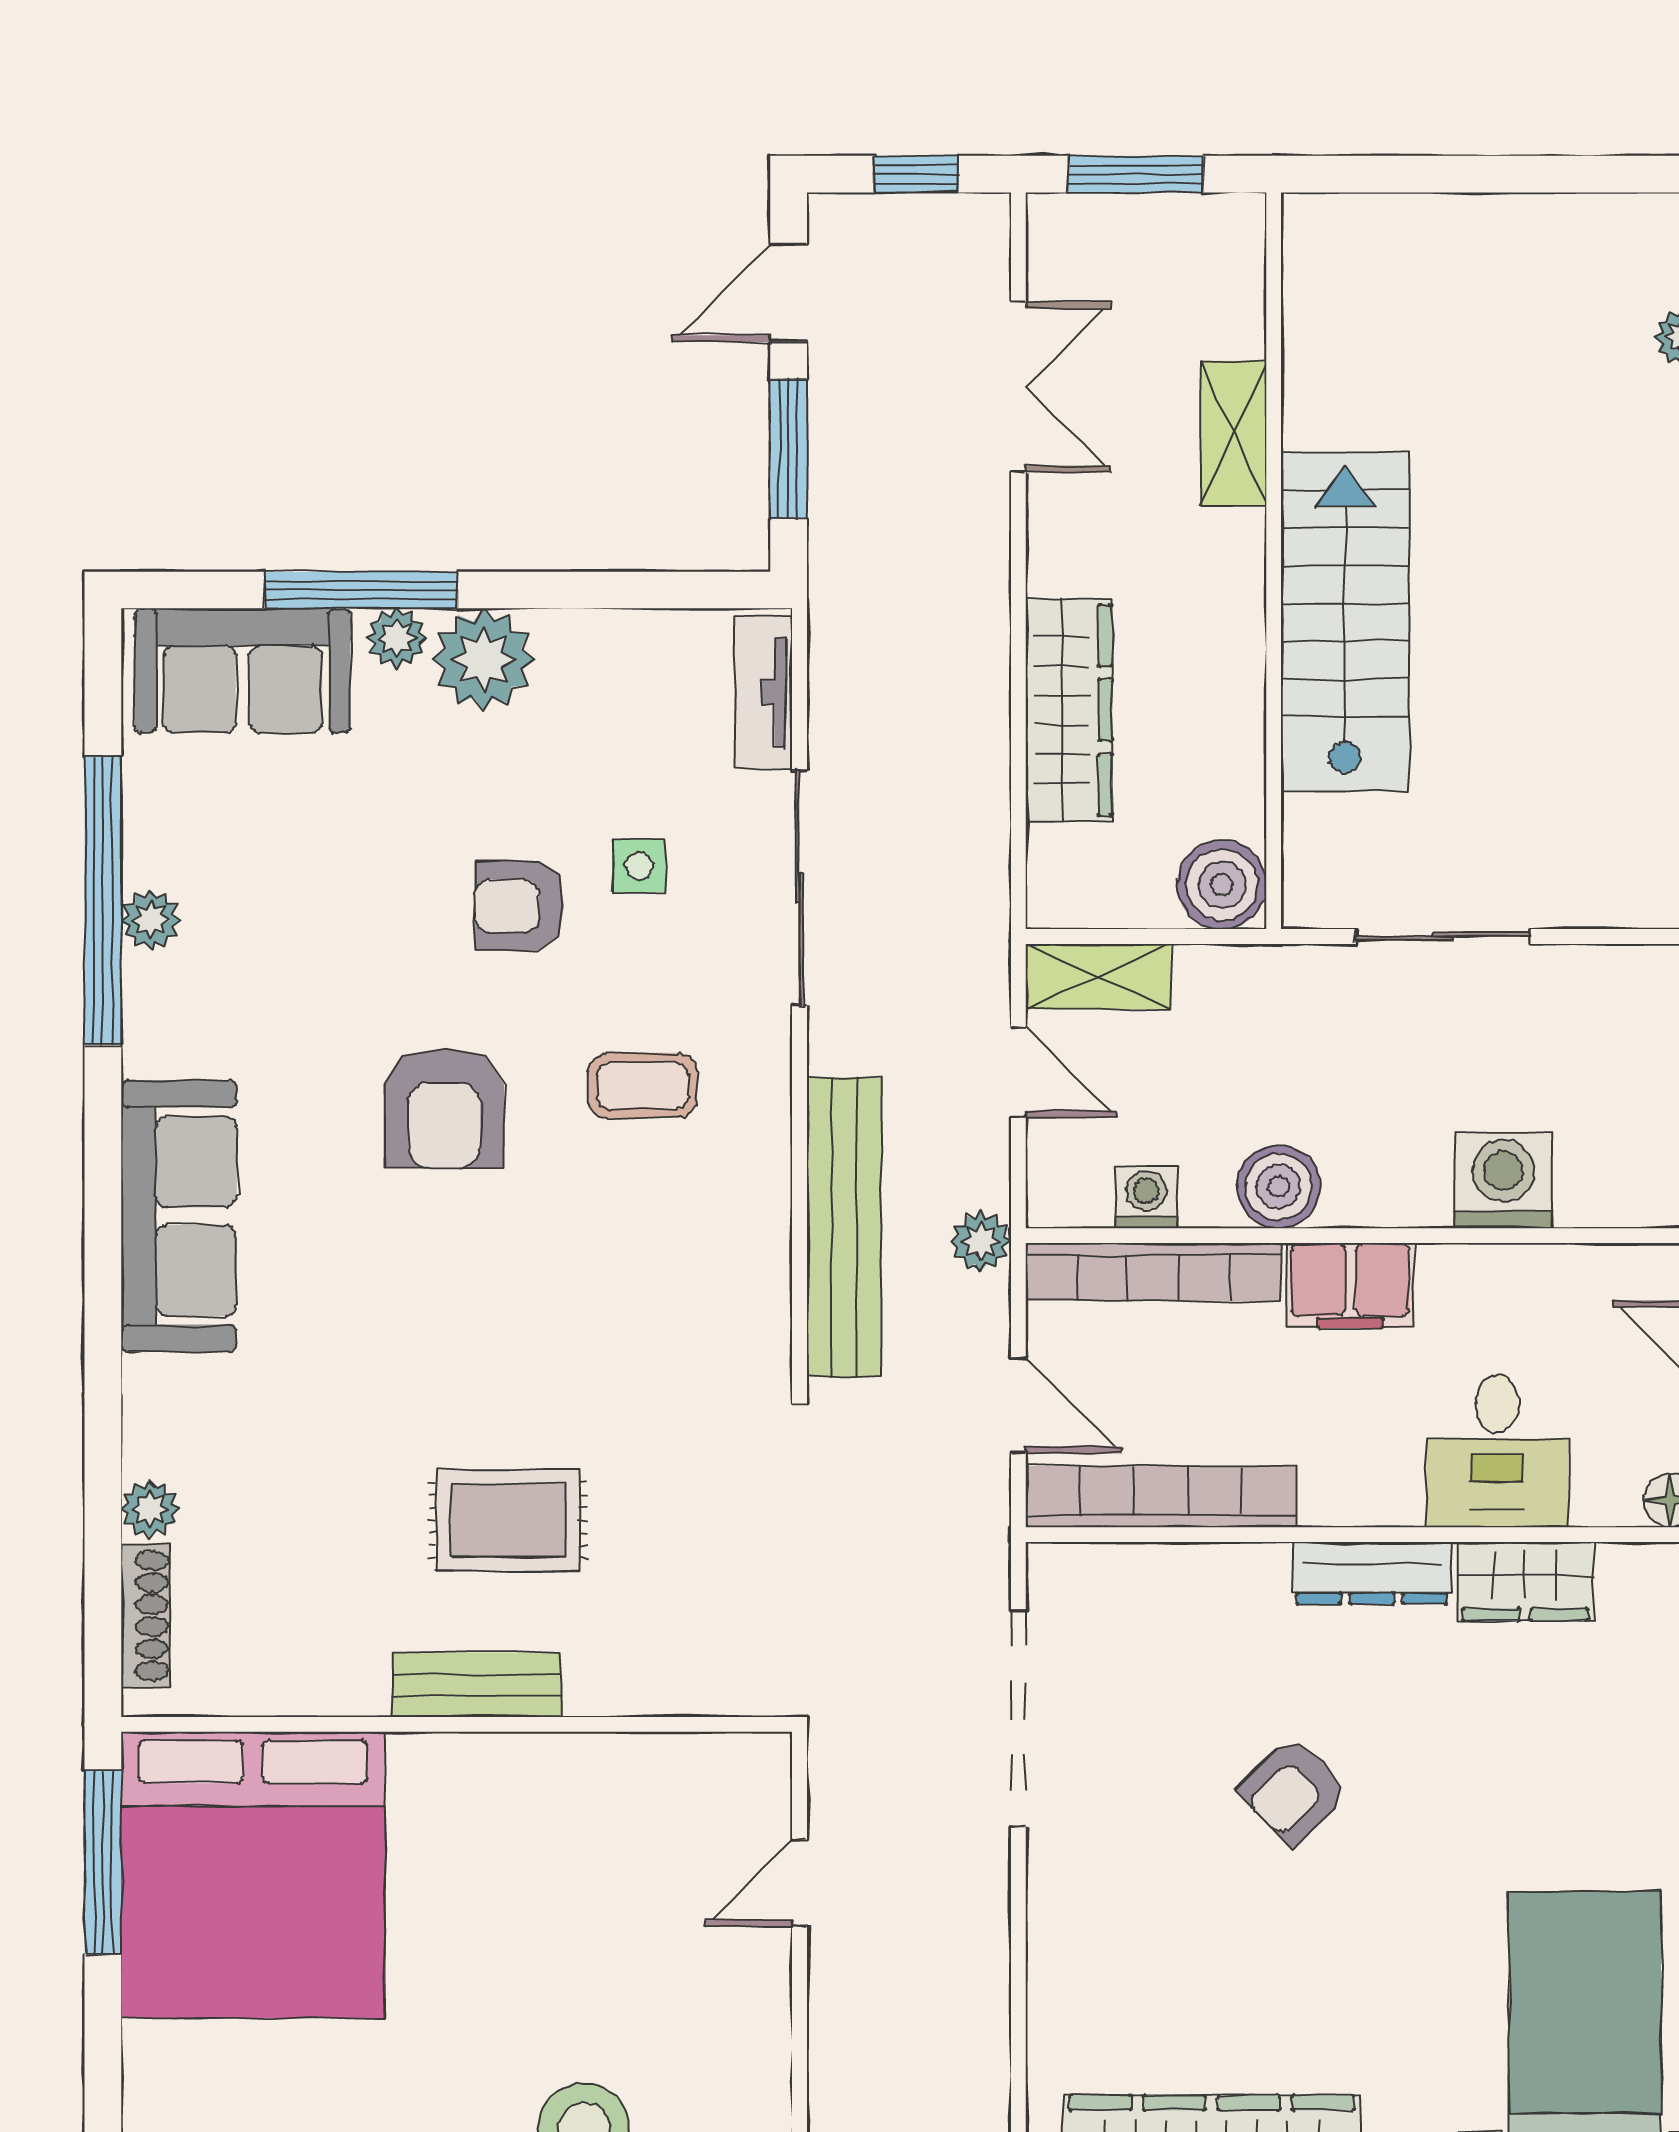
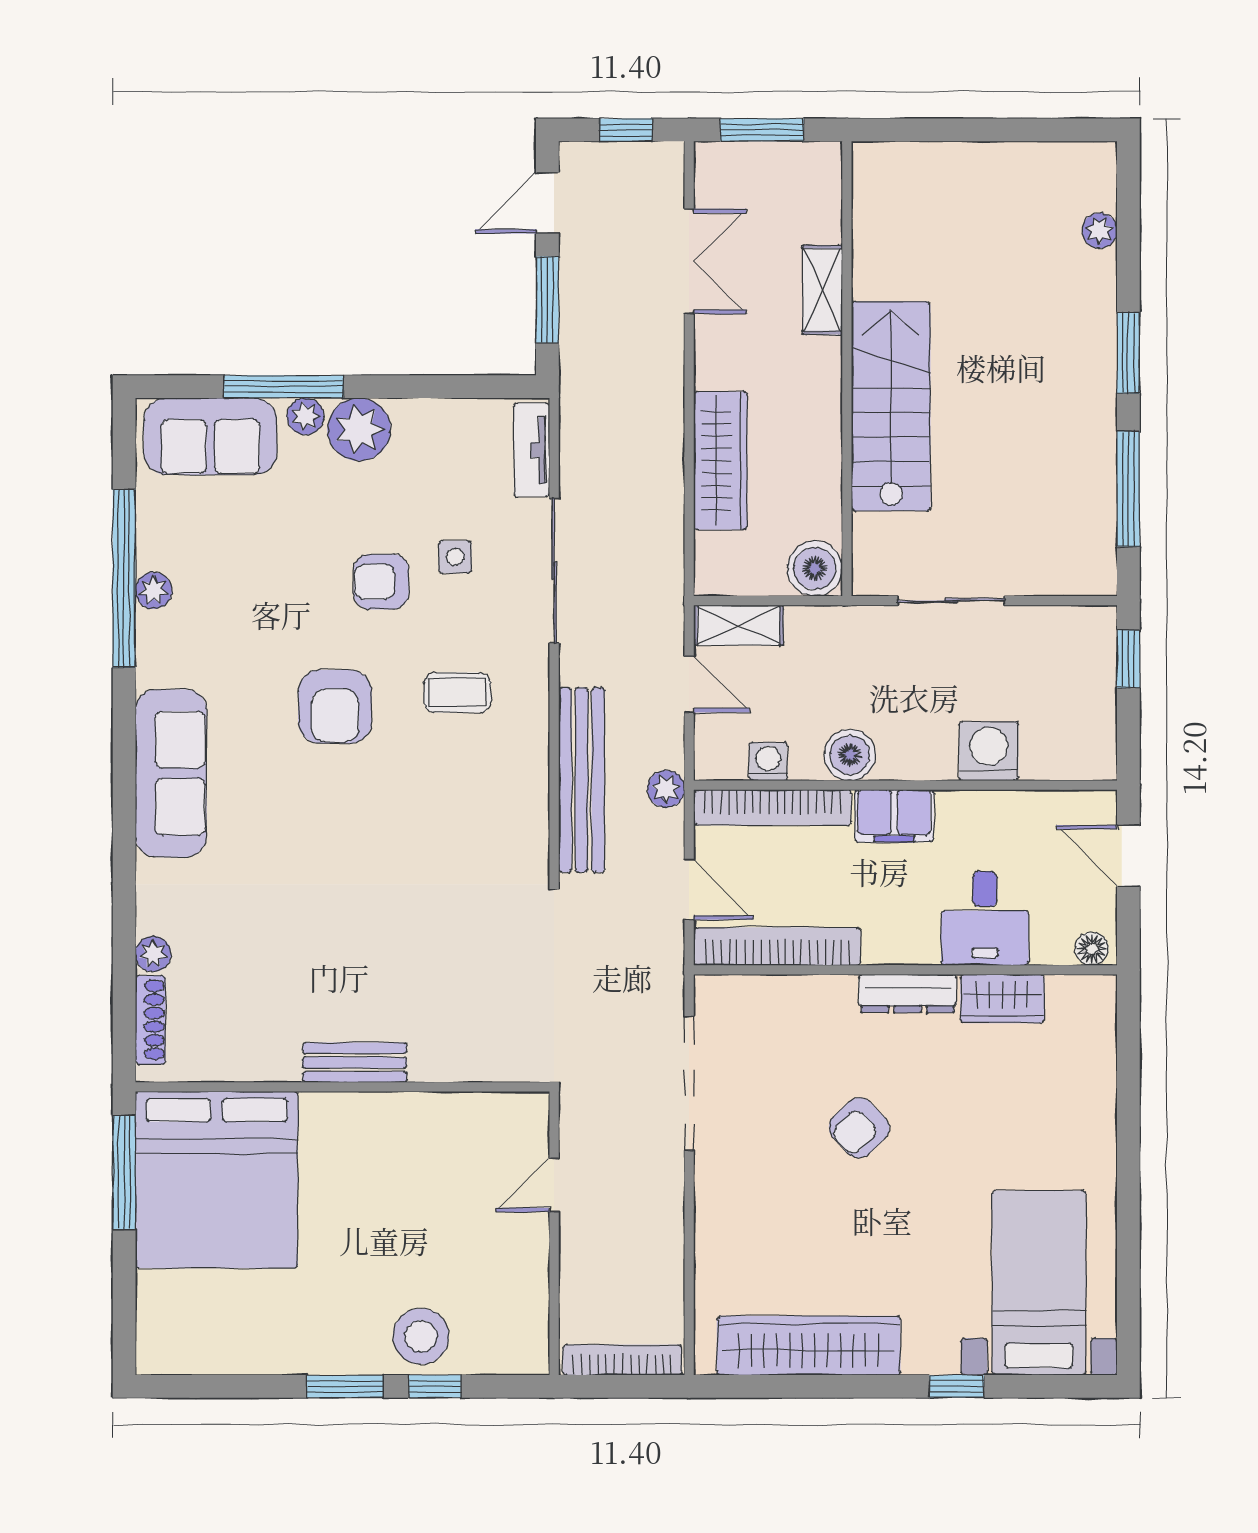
rug: (508, 1520) -> (374, 961), removed

